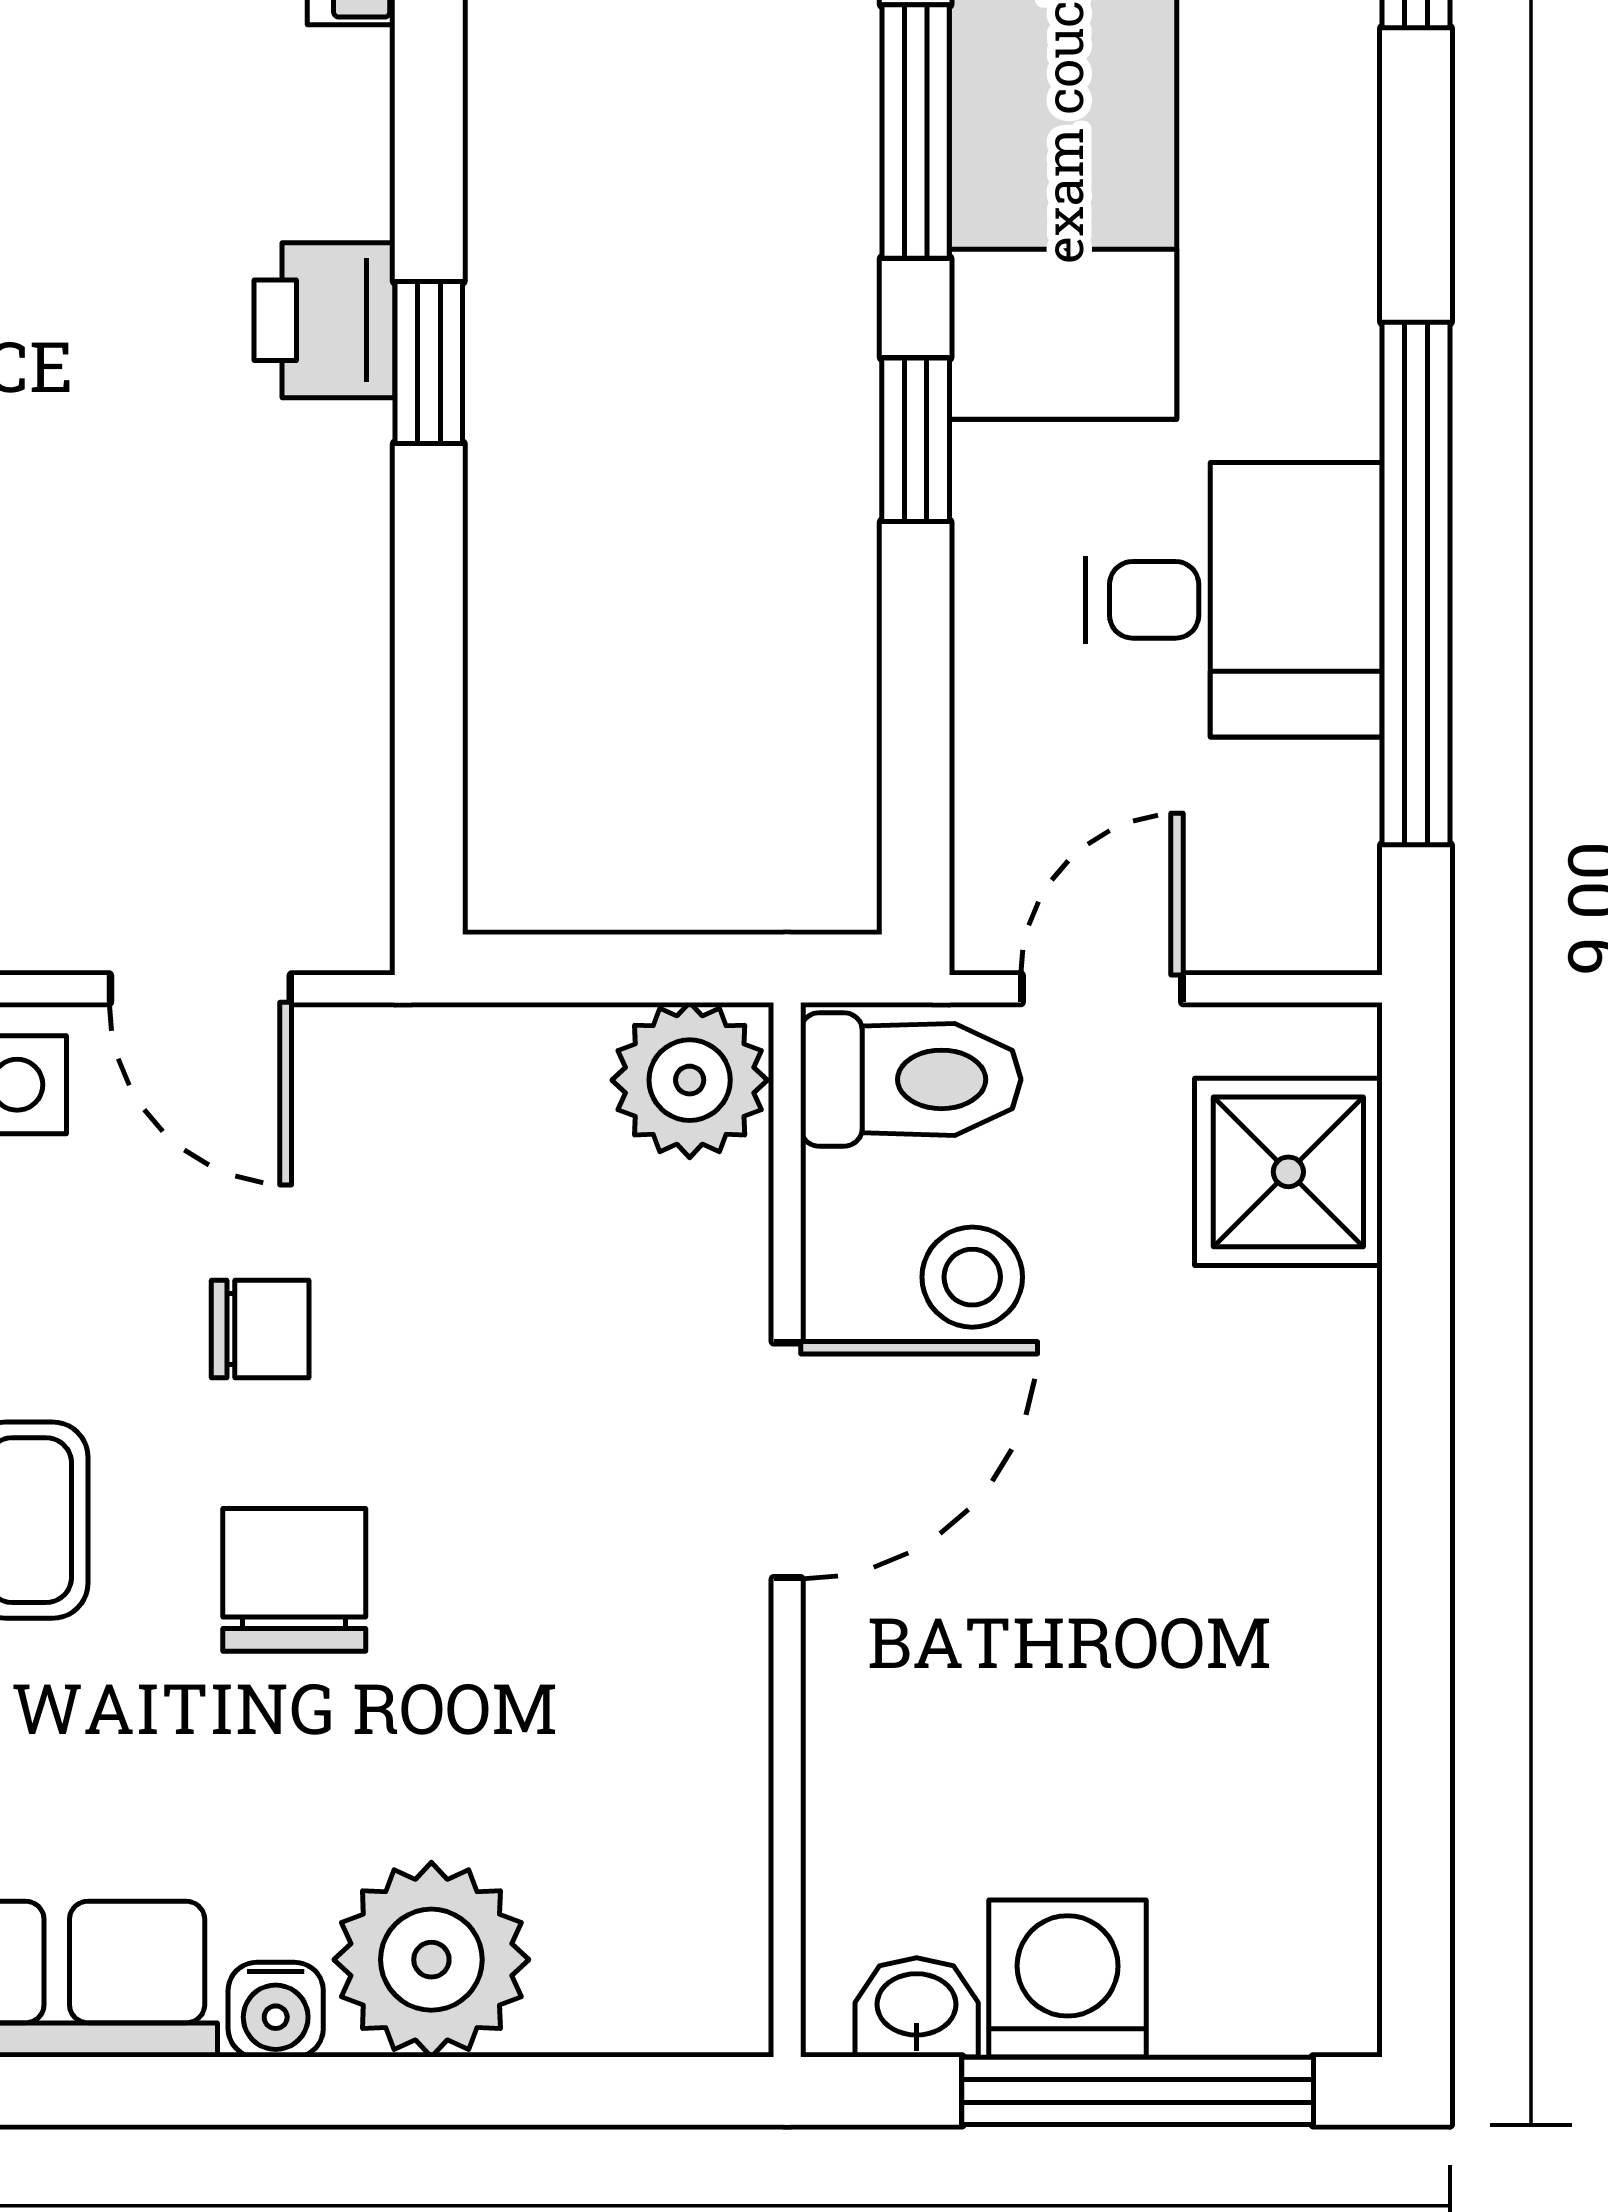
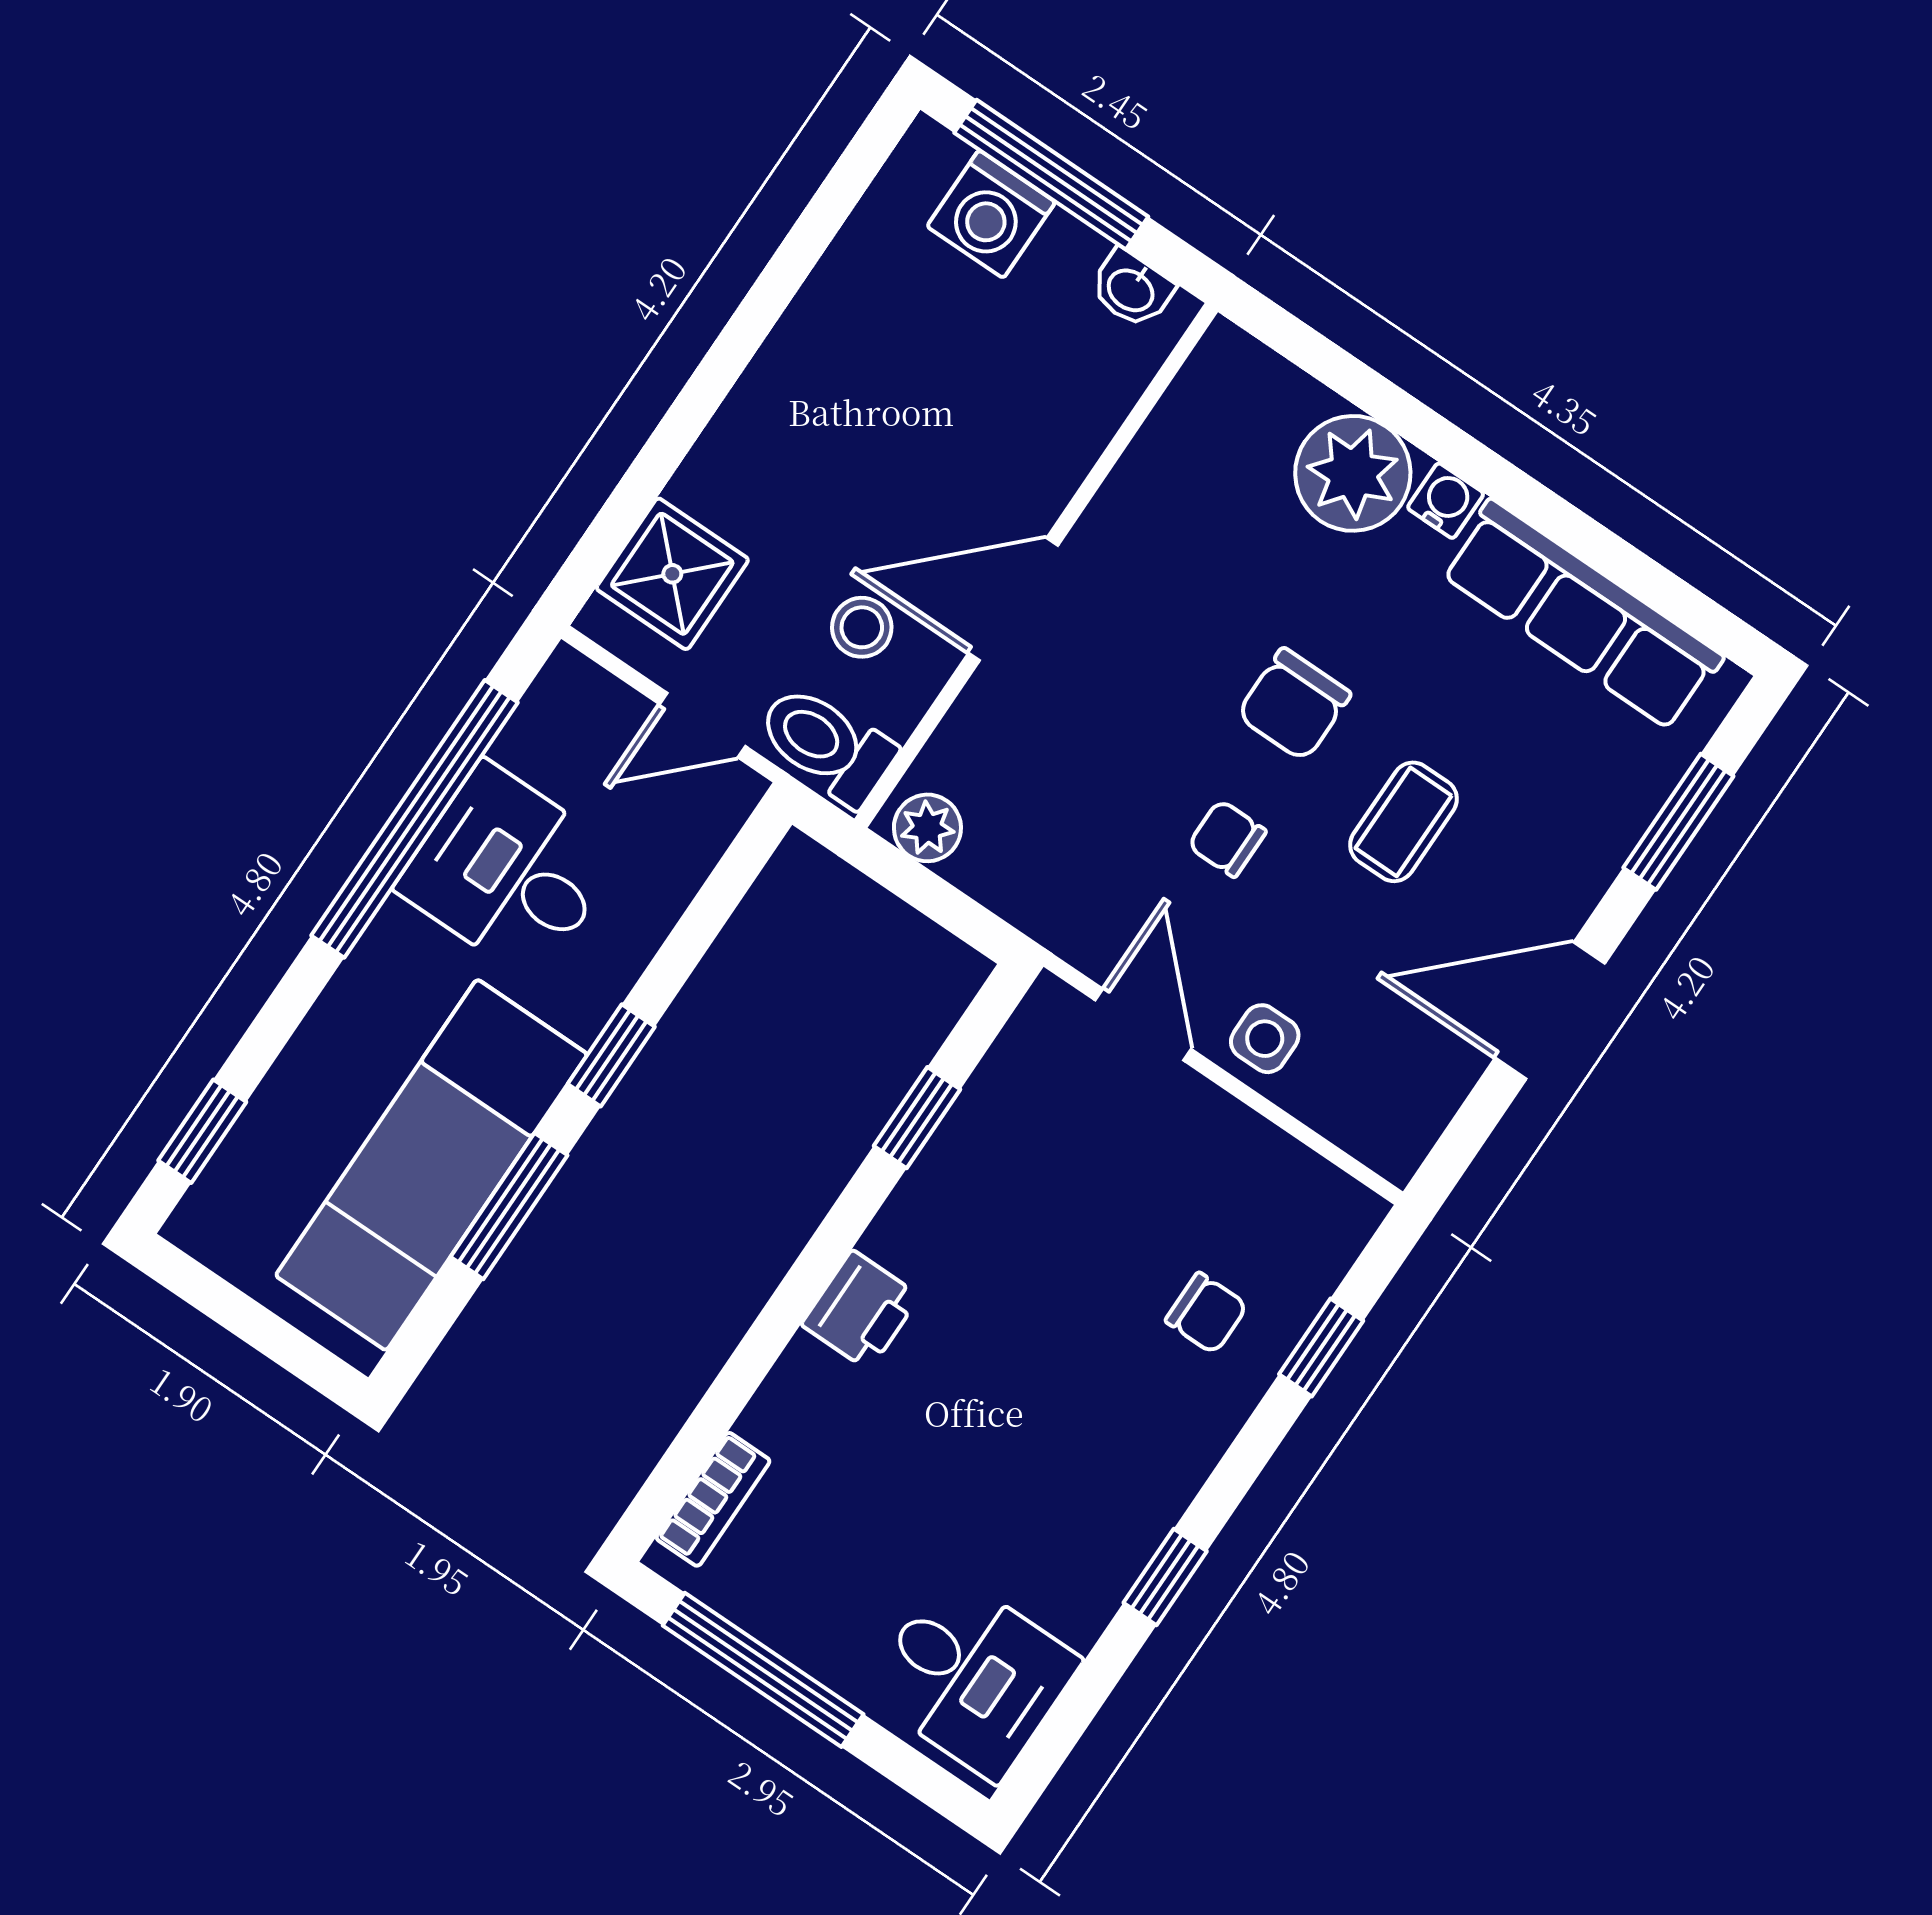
window: (429, 362) -> (917, 1118), moved
plant: (690, 1080) -> (927, 828), width x0.73, depth x0.73
washing machine: (1068, 1978) -> (991, 214), moved

